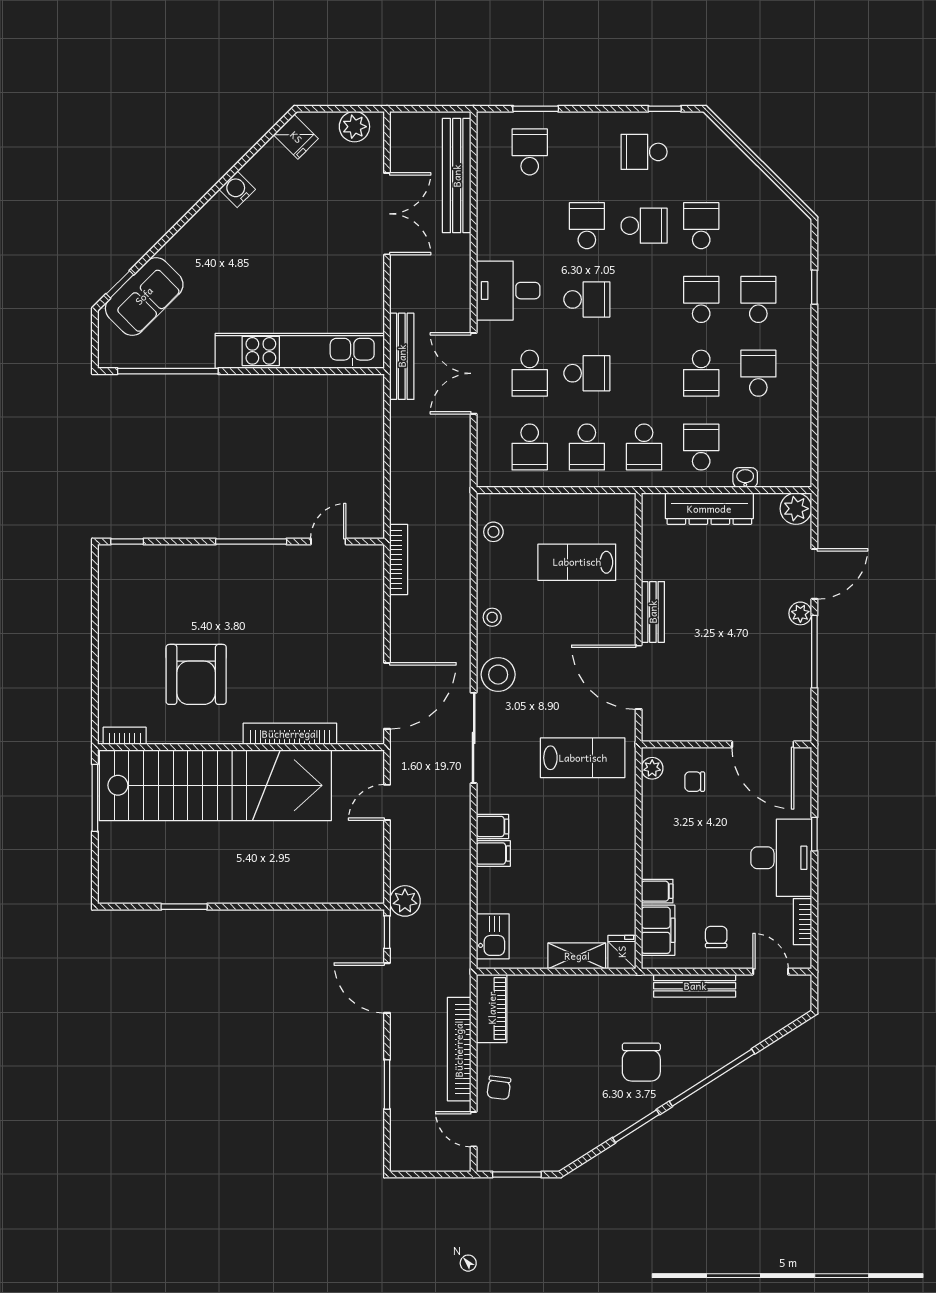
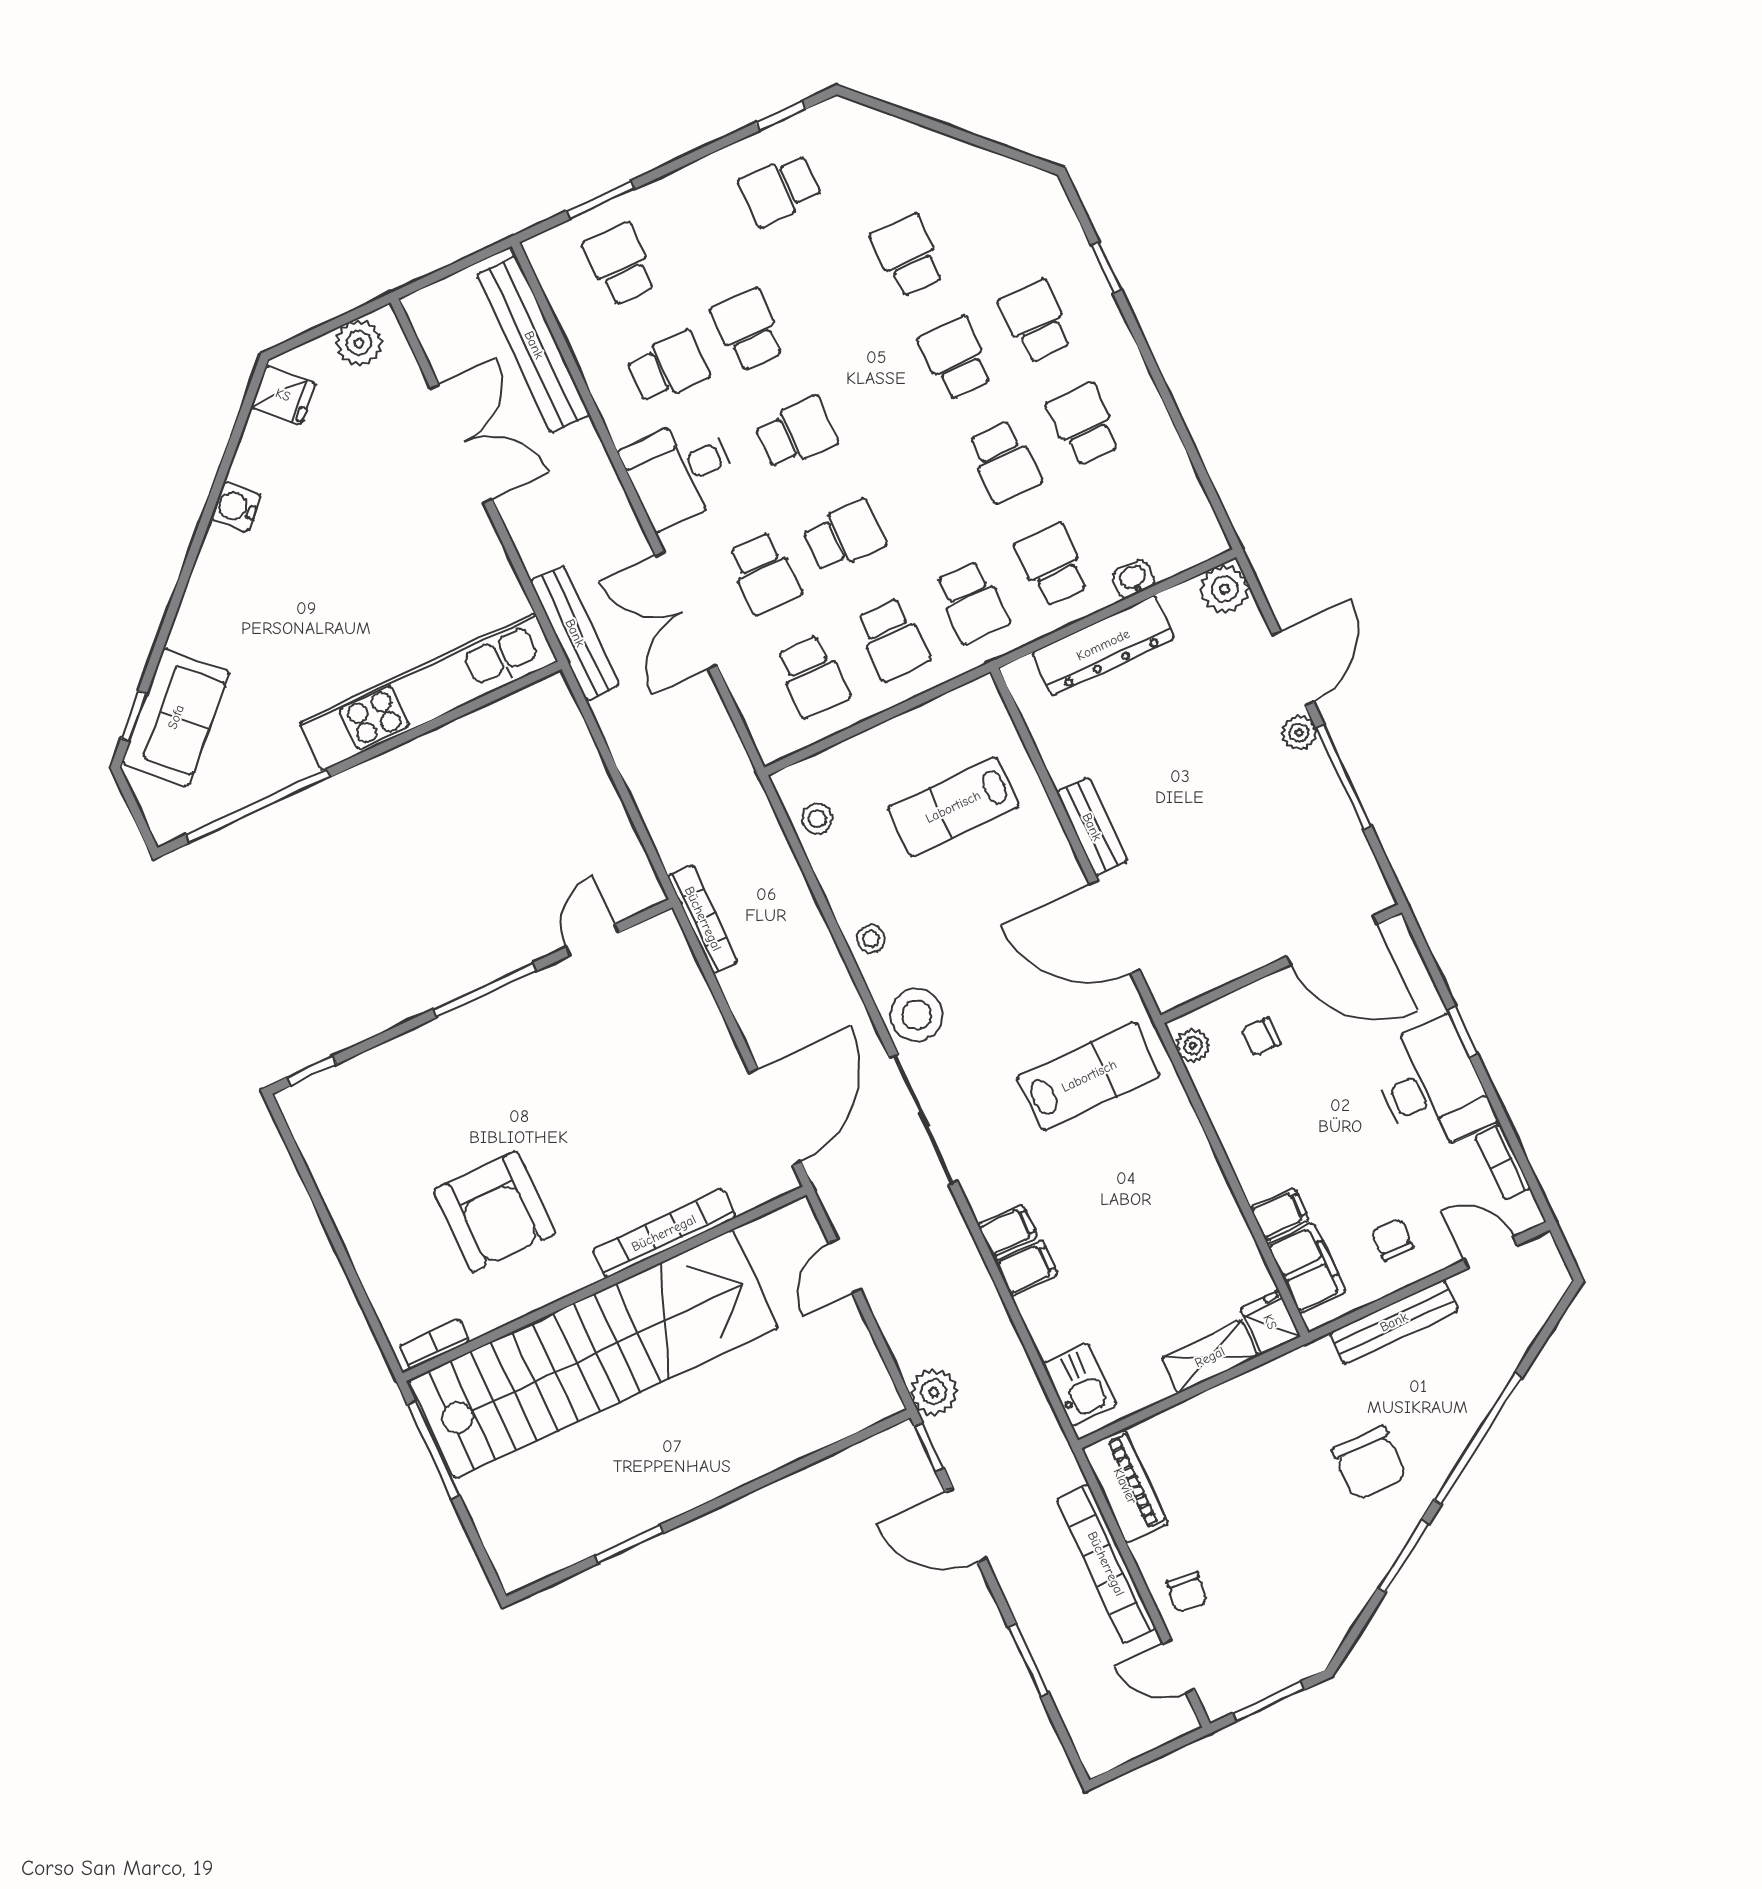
school desk: (644, 226) -> (668, 367), moved

